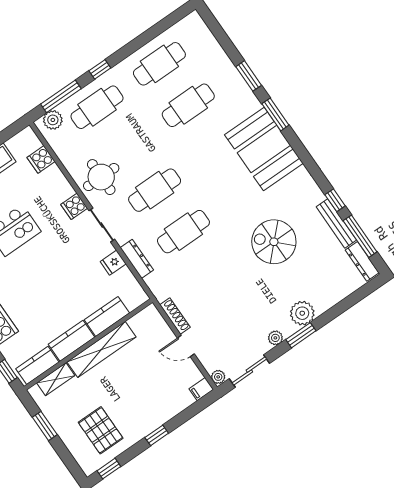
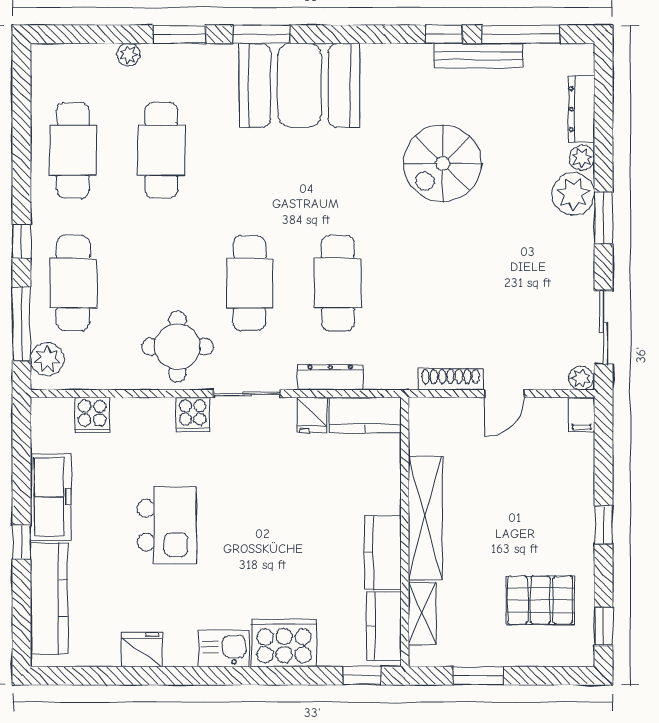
plant: (222, 59) -> (128, 55), added
dresser: (362, 261) -> (581, 109), moved, turned 90
kitchen counter: (107, 316) -> (365, 415), moved, turned -90
plant: (275, 338) -> (582, 158), moved

